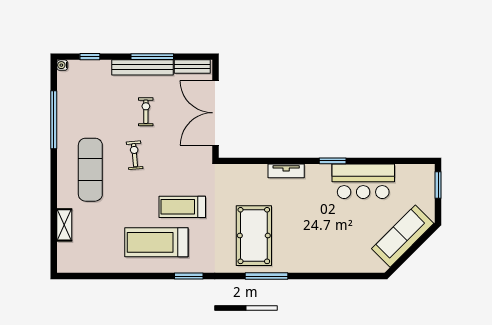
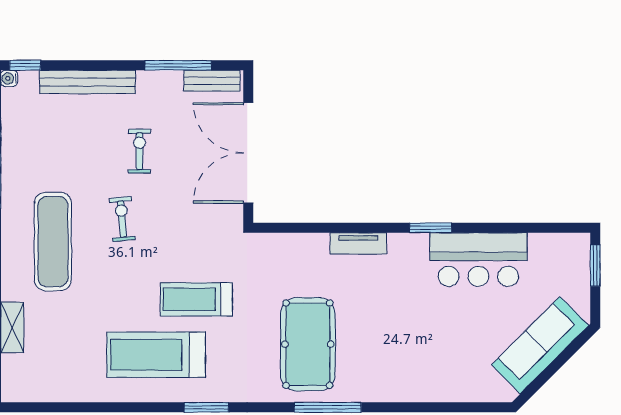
window: (90, 57) -> (25, 65), moved
window: (152, 57) -> (178, 65), moved
bench: (142, 67) -> (88, 82), moved

